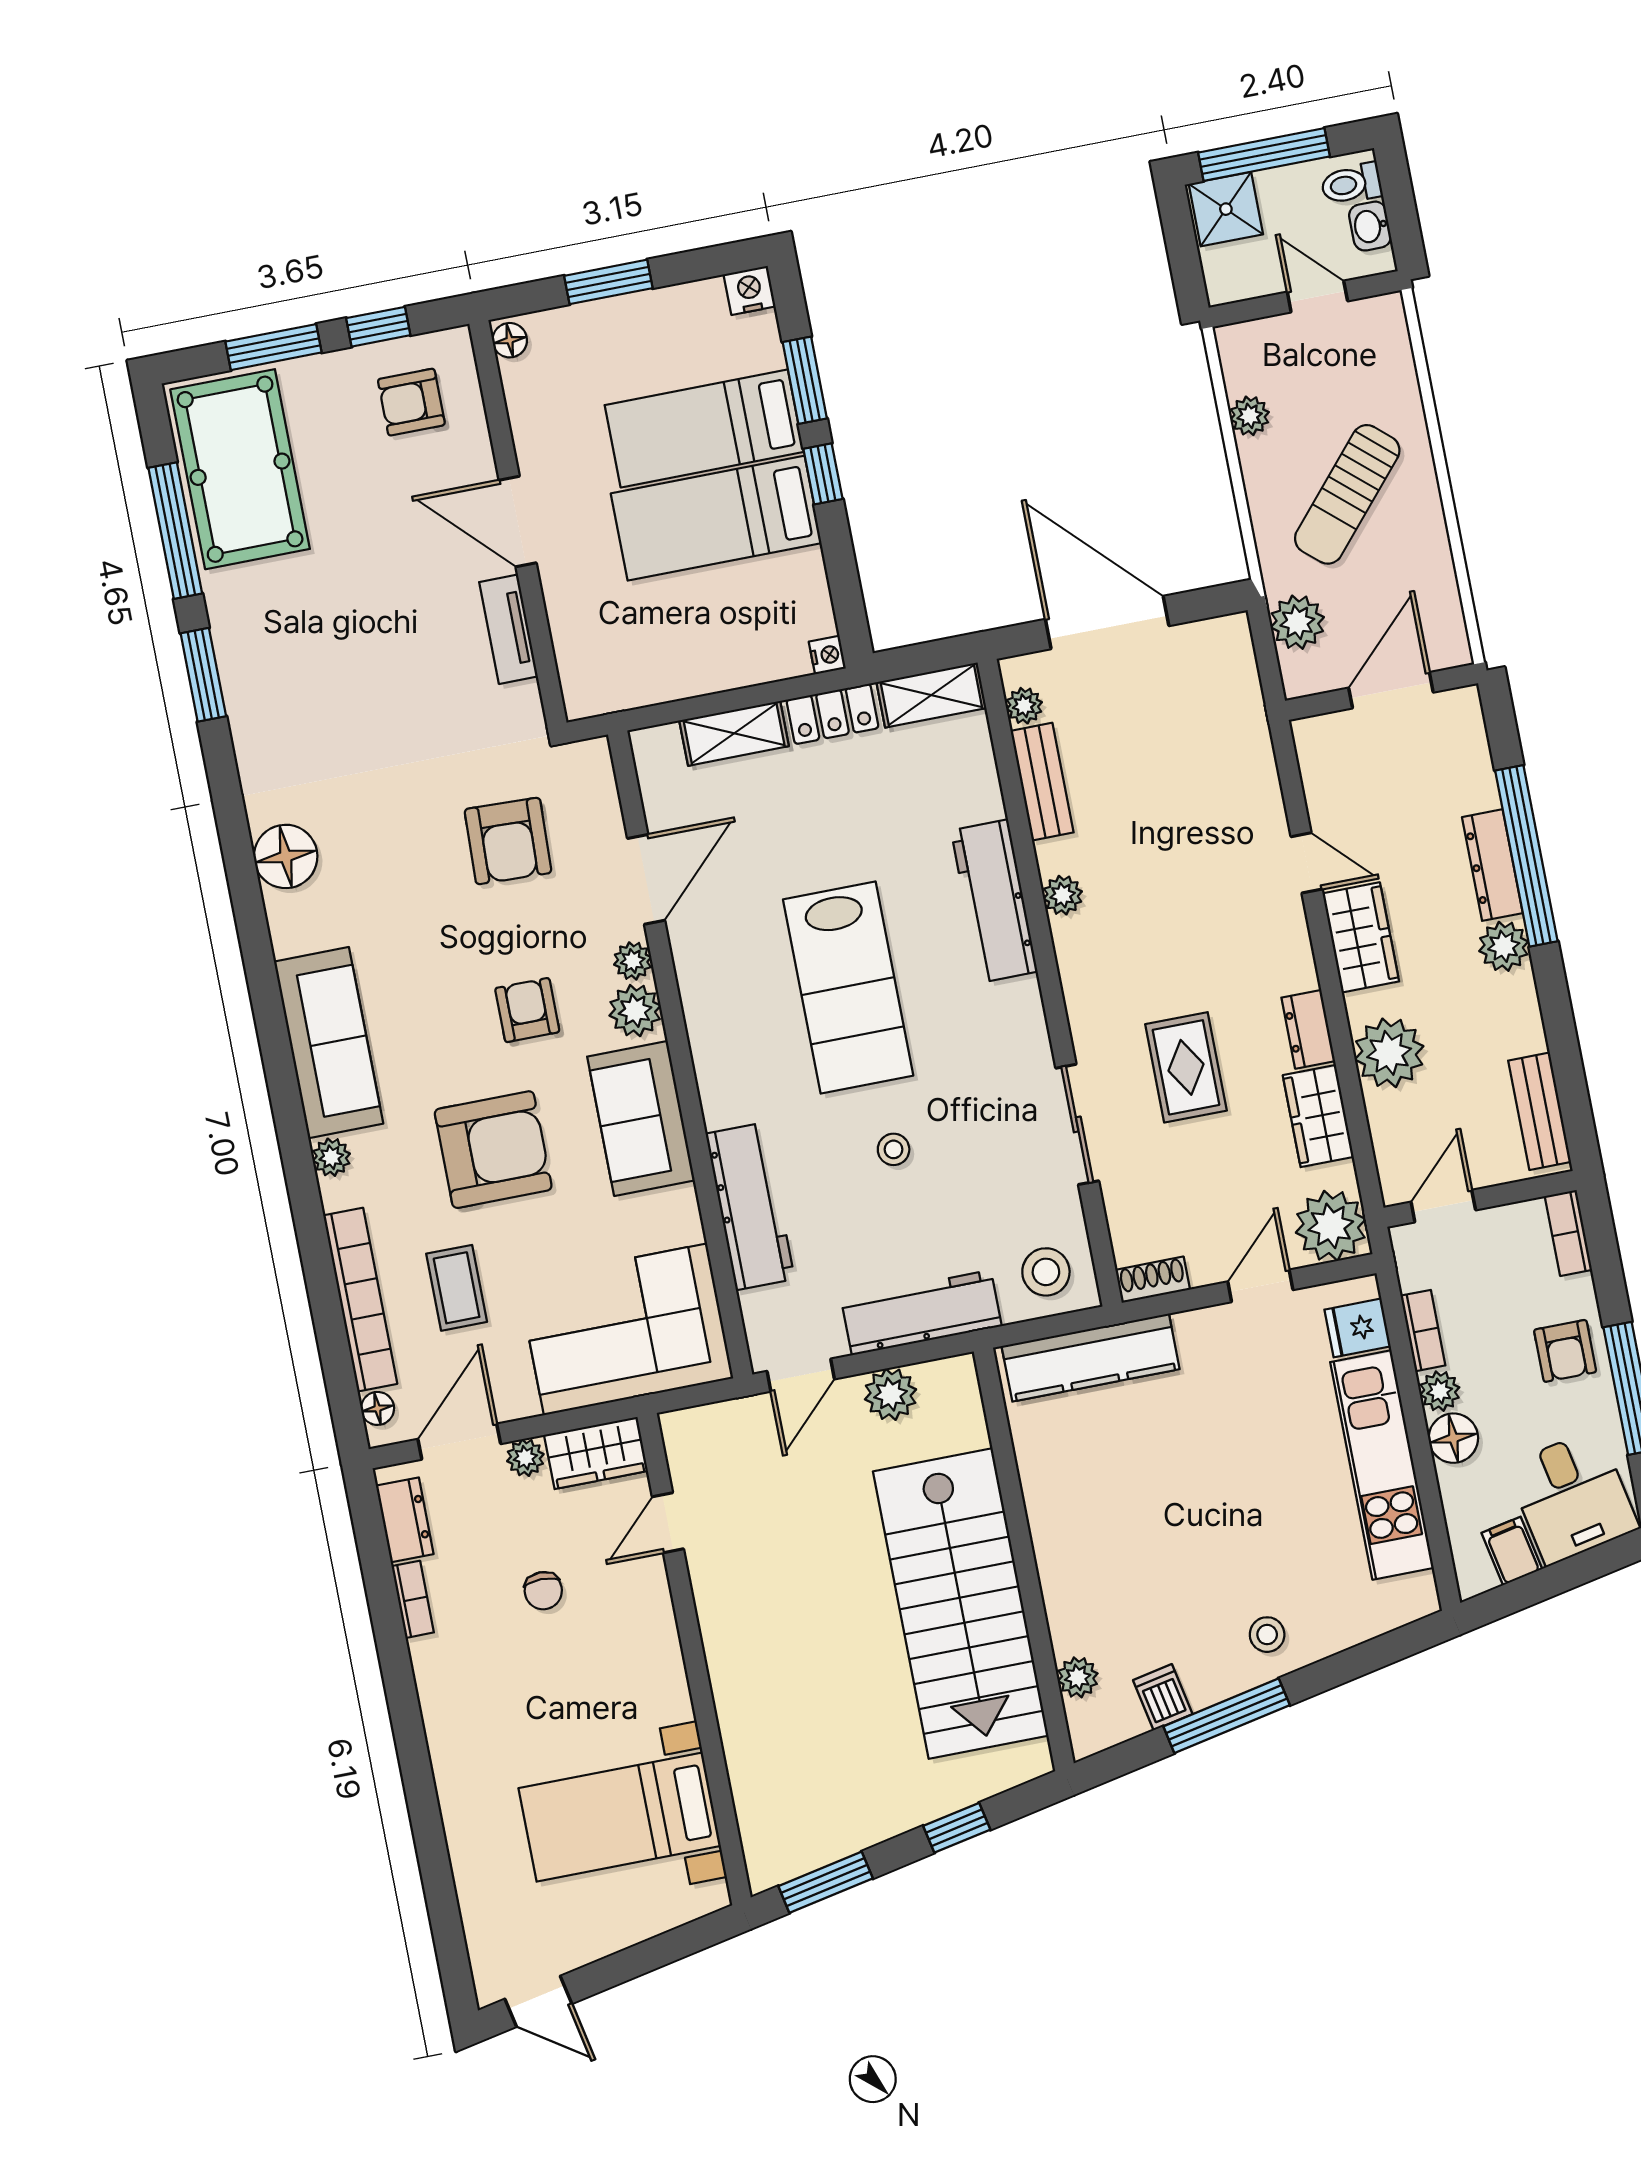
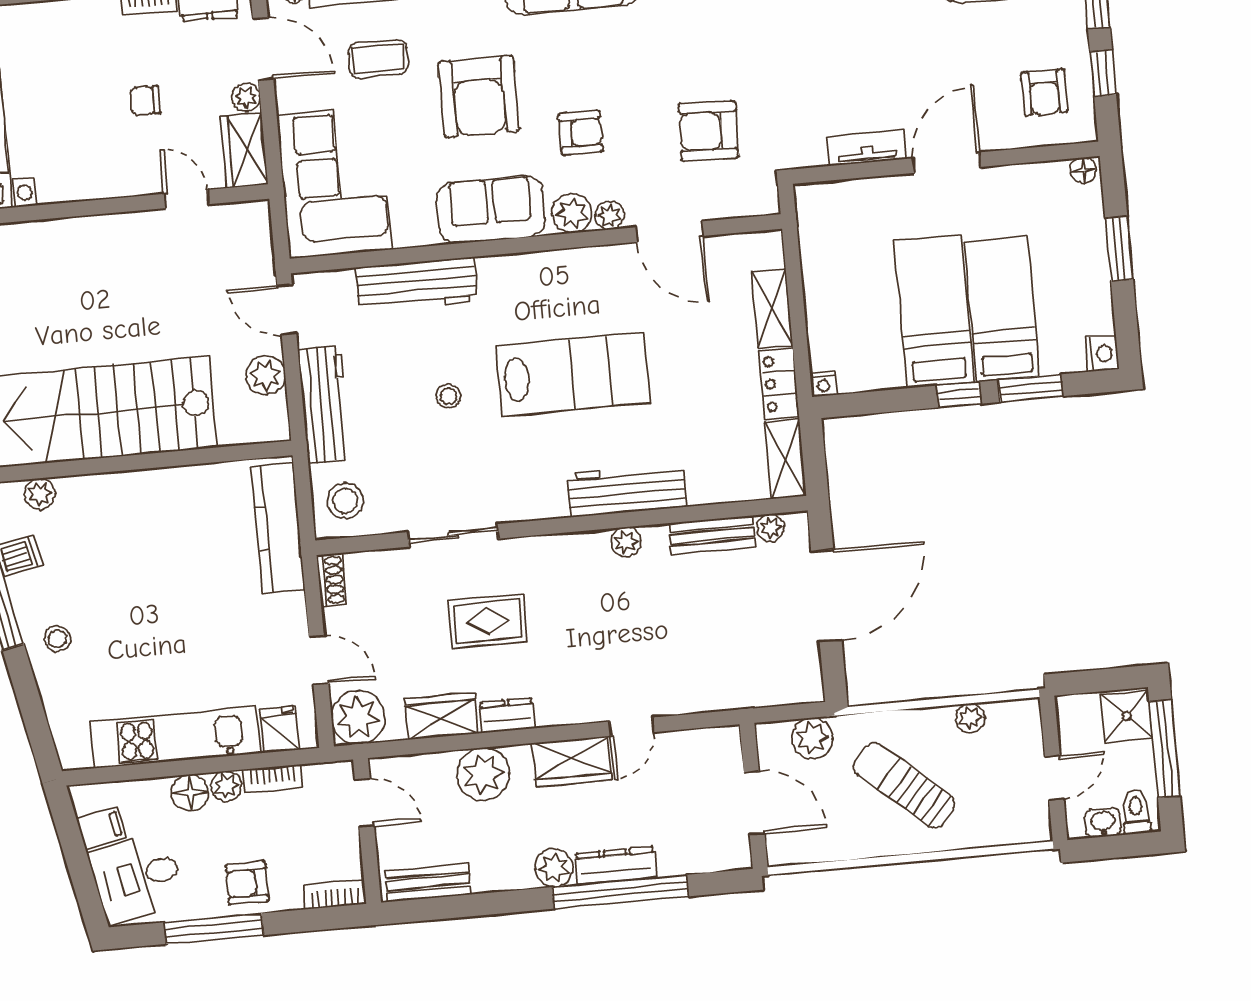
armchair: (411, 402) -> (1044, 92), turned 180
lab bench: (848, 987) -> (573, 374), turned 180

